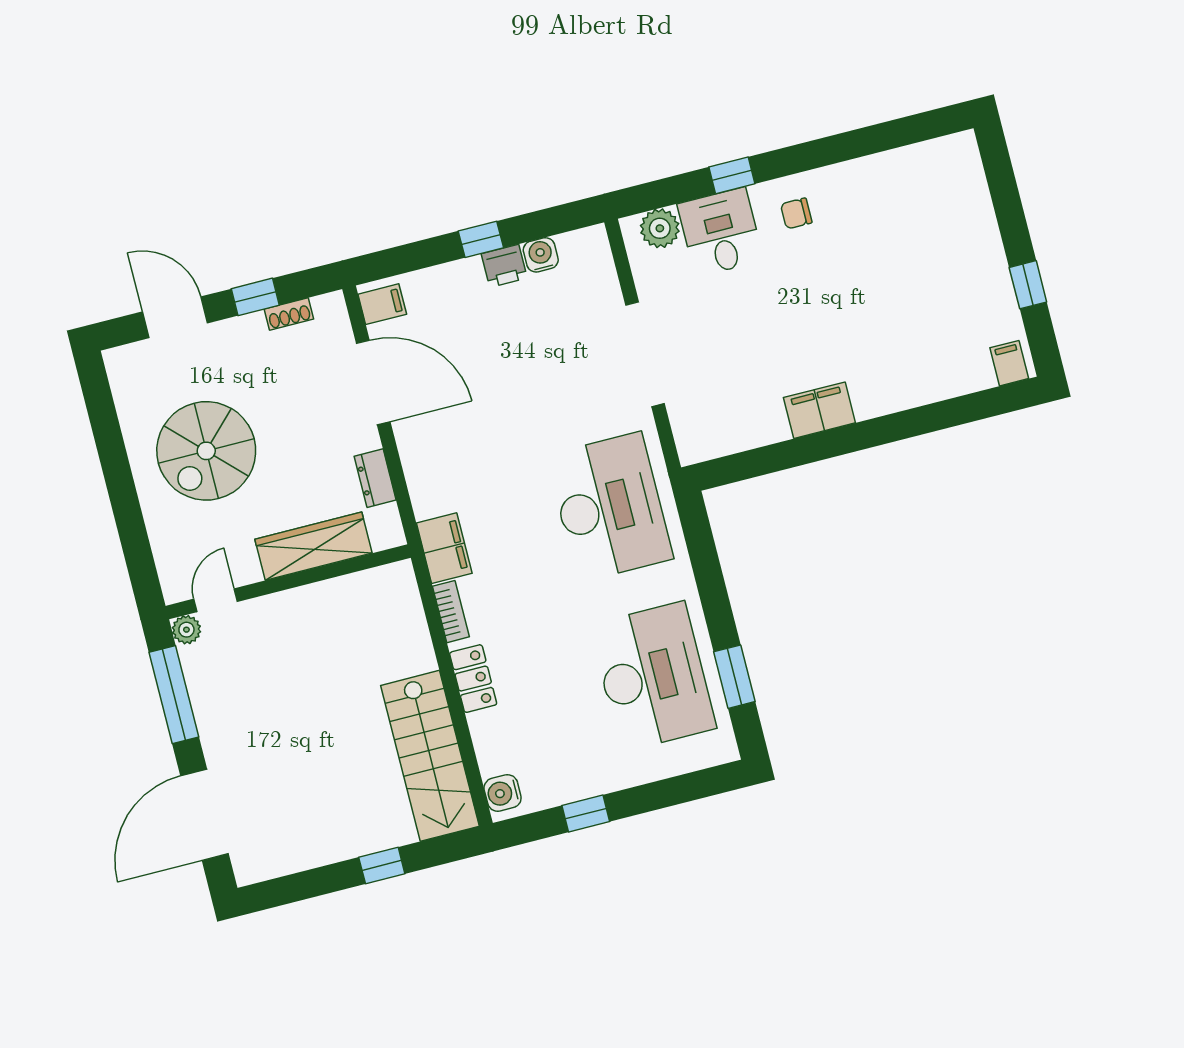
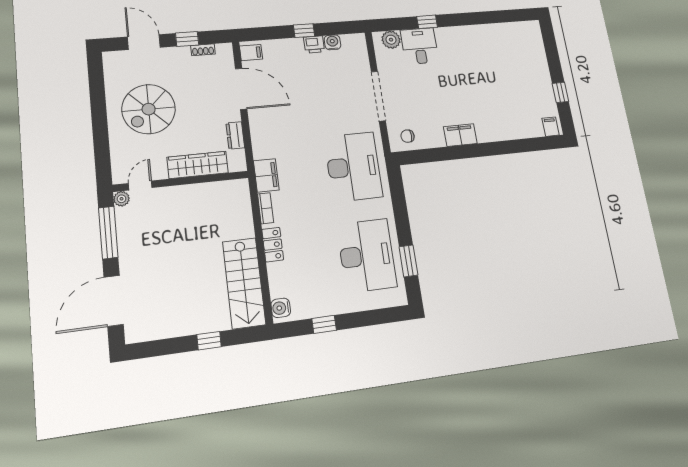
chair: (796, 213) -> (408, 136), moved

